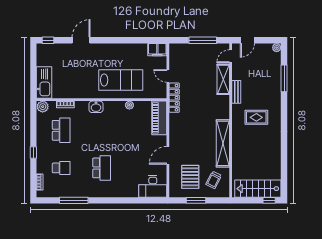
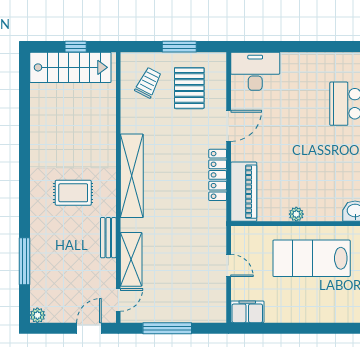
locker: (174, 98) -> (218, 175), moved
shelving: (223, 143) -> (132, 176), moved
window: (269, 200) -> (76, 47), moved

